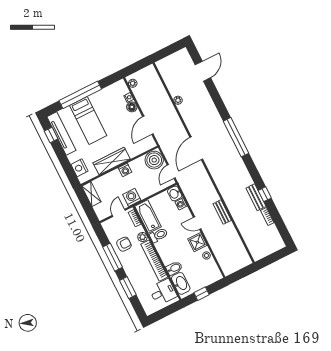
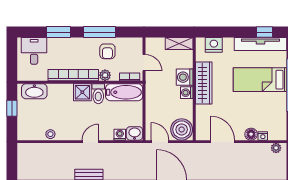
washing machine: (132, 197) -> (185, 77), moved, turned 180
shower: (197, 242) -> (82, 92), moved
bidet: (174, 268) -> (54, 92), removed
desk: (163, 292) -> (34, 51), moved, turned 180

